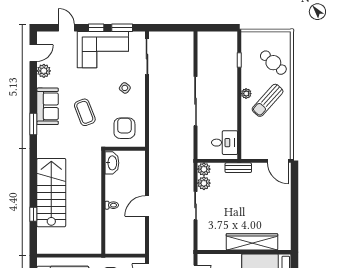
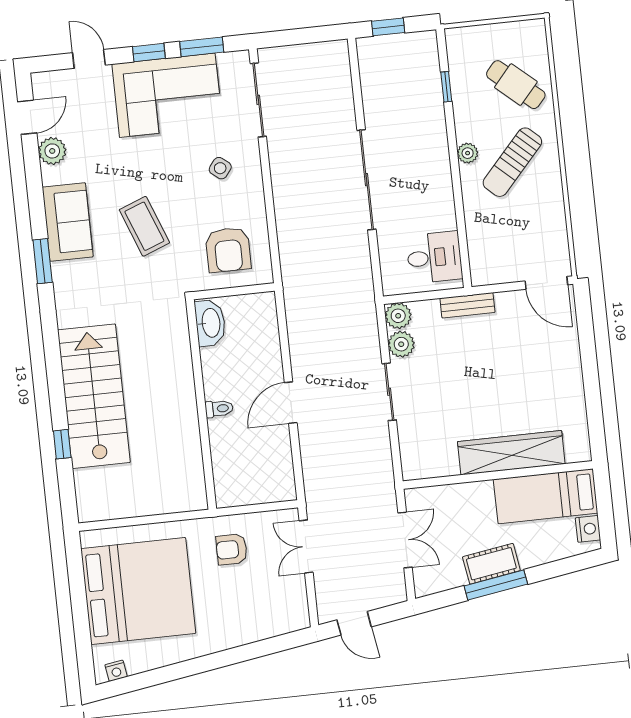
window: (214, 28) -> (388, 27), added
armchair: (124, 128) -> (228, 250), turned 180

